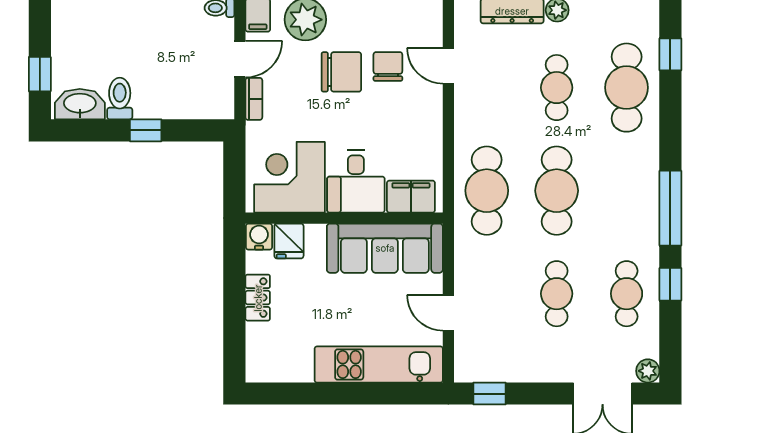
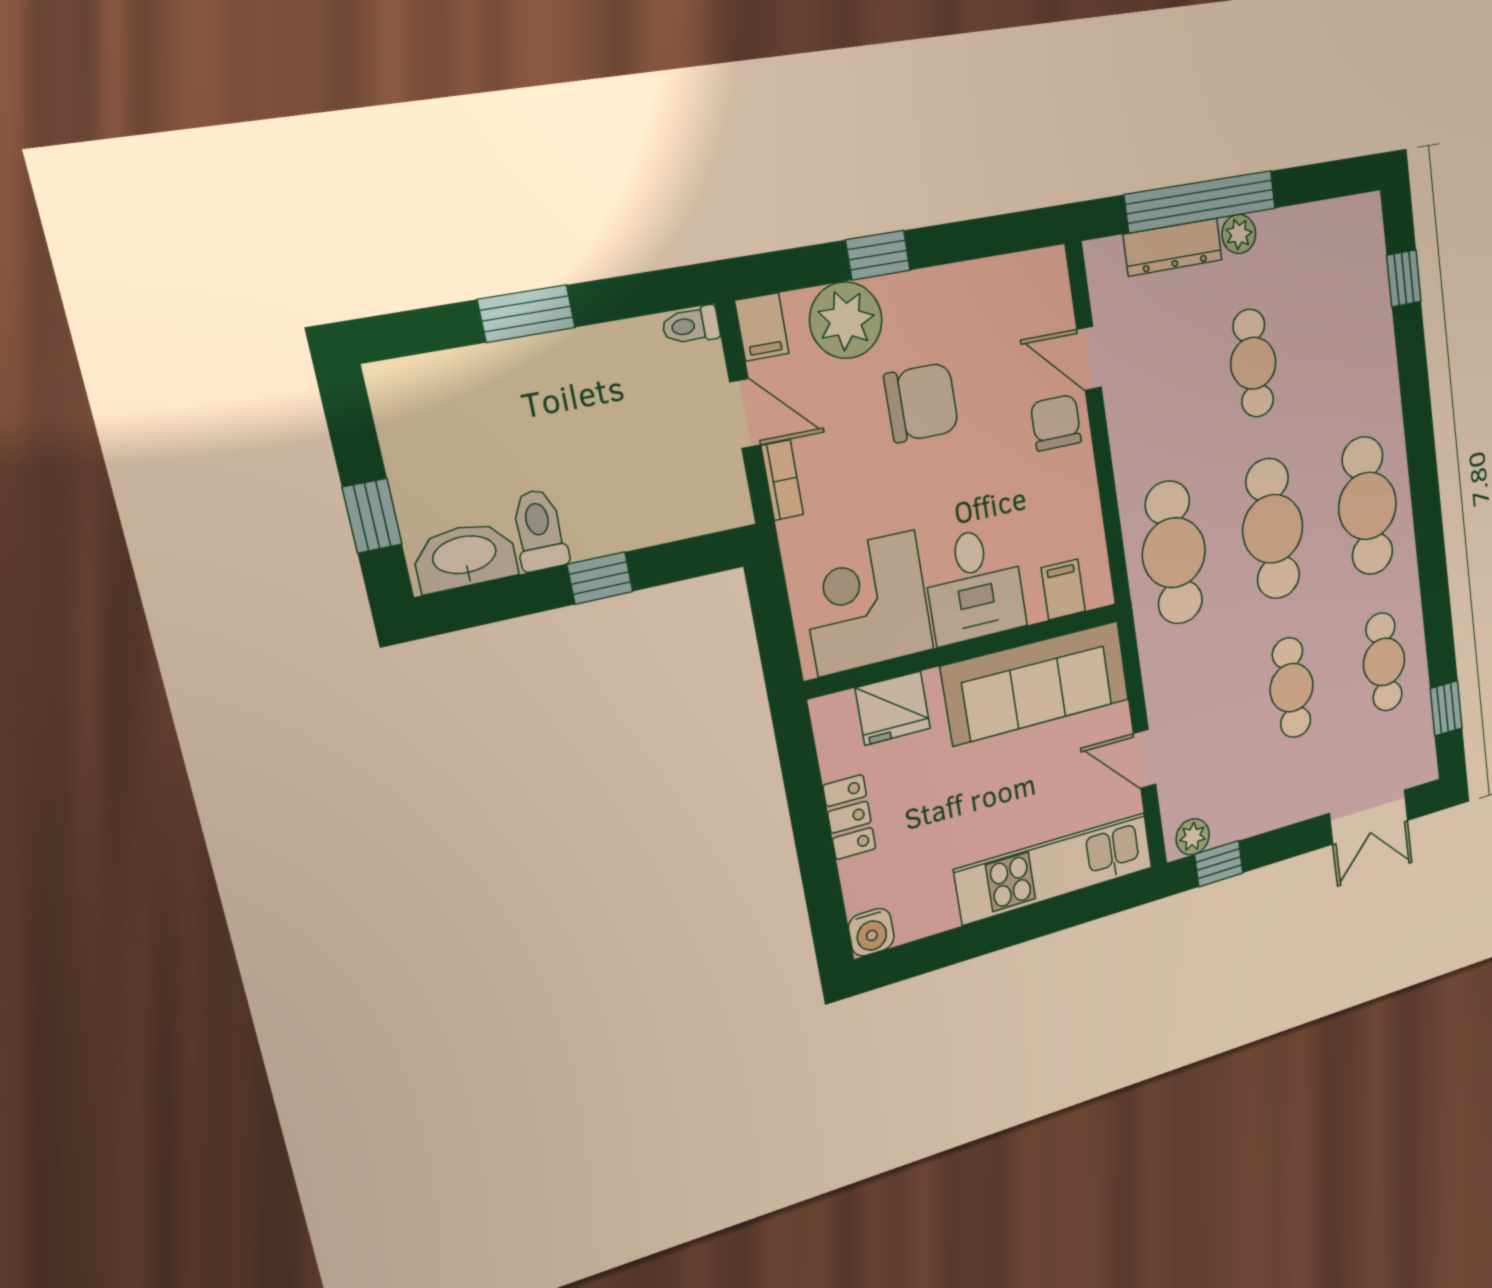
door: (240, 59) -> (745, 414), hinge flipped
chair: (388, 66) -> (1056, 423), moved
cafe table: (627, 88) -> (1368, 506), moved
filing cabinet: (411, 197) -> (1063, 589), width x0.50
window: (670, 208) -> (1428, 519), removed
water cooler: (259, 237) -> (871, 932), moved, turned 180
fridge: (289, 241) -> (893, 708), width x1.38
window: (670, 284) -> (1446, 708), moved
plant: (648, 371) -> (1193, 837), moved

